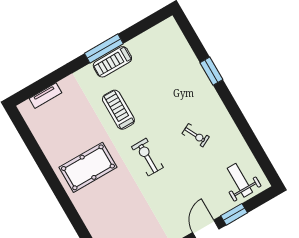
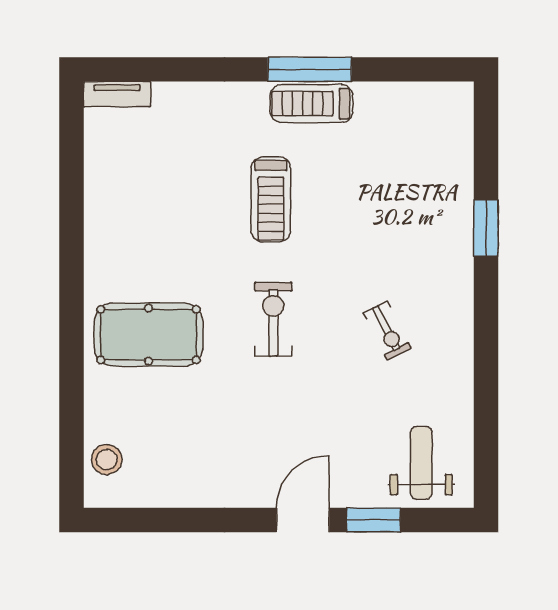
tv unit: (45, 96) -> (117, 94), moved
treadmill: (118, 110) -> (271, 199), turned 180
pool table: (88, 167) -> (149, 335), moved

